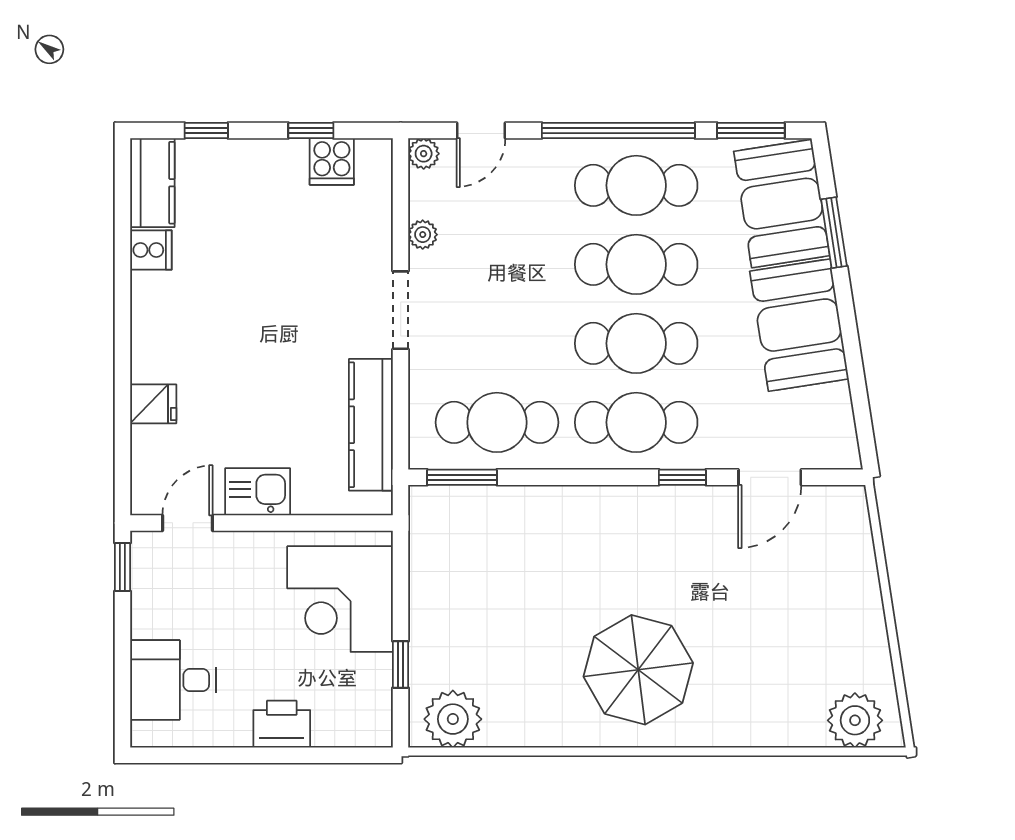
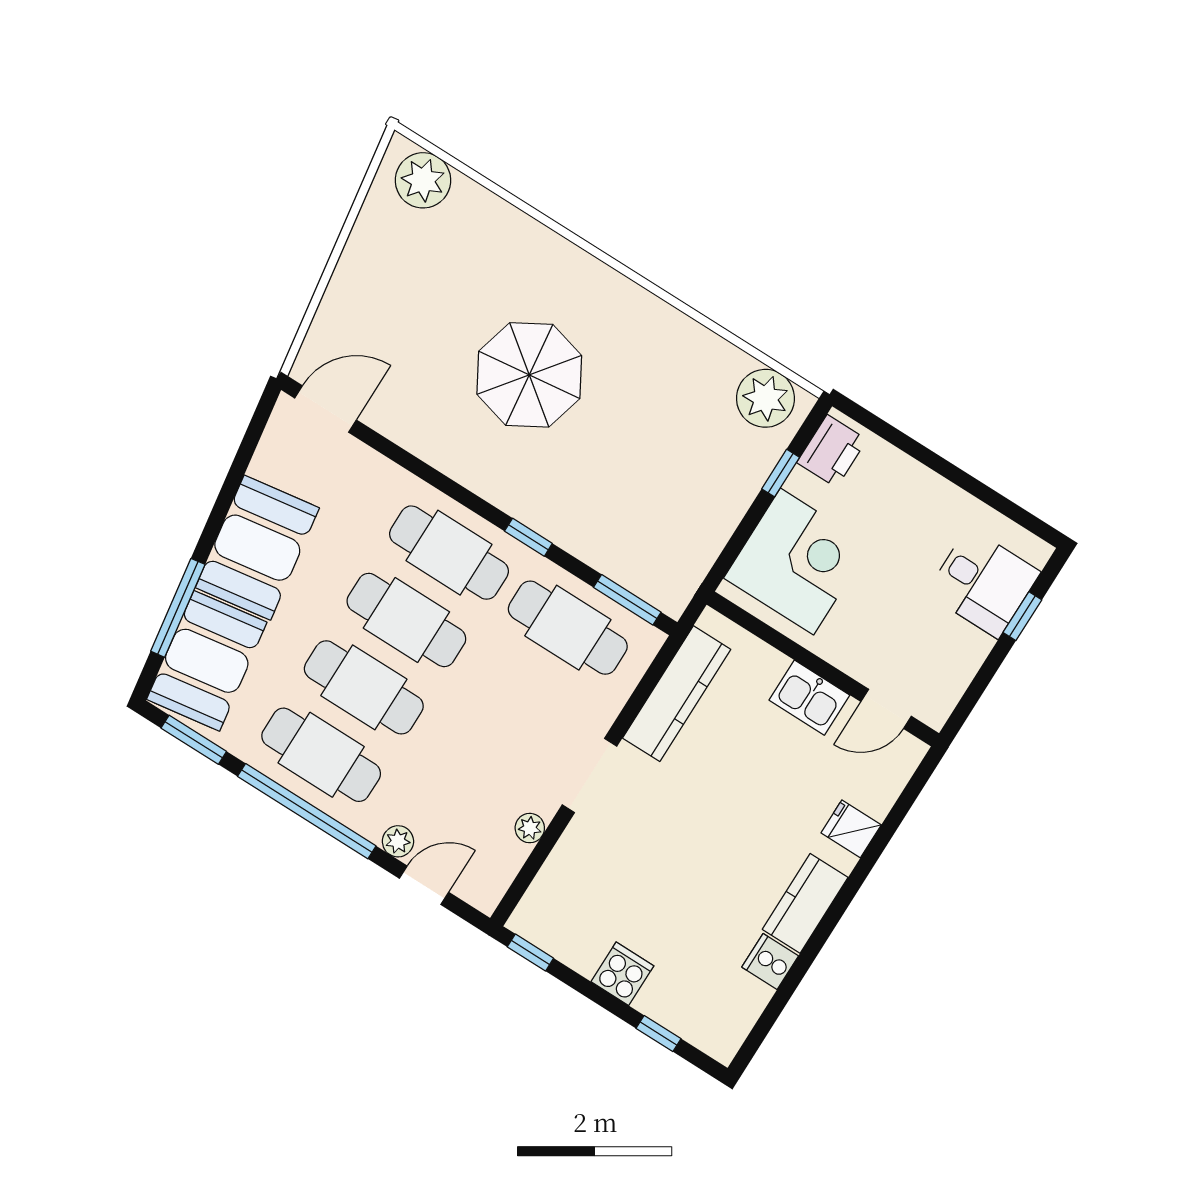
window: (311, 131) -> (530, 953), moved
plant: (424, 154) -> (398, 841), moved
cooker: (332, 162) -> (622, 974), moved
kitchen counter: (152, 183) -> (805, 903), moved
window: (834, 233) -> (178, 608), width x1.44
window: (682, 477) -> (528, 537), moved
door: (770, 477) -> (325, 409), moved
window: (122, 567) -> (1022, 616), moved
parasol: (638, 670) -> (529, 375), moved
printer: (282, 724) -> (832, 451), moved, turned -90

